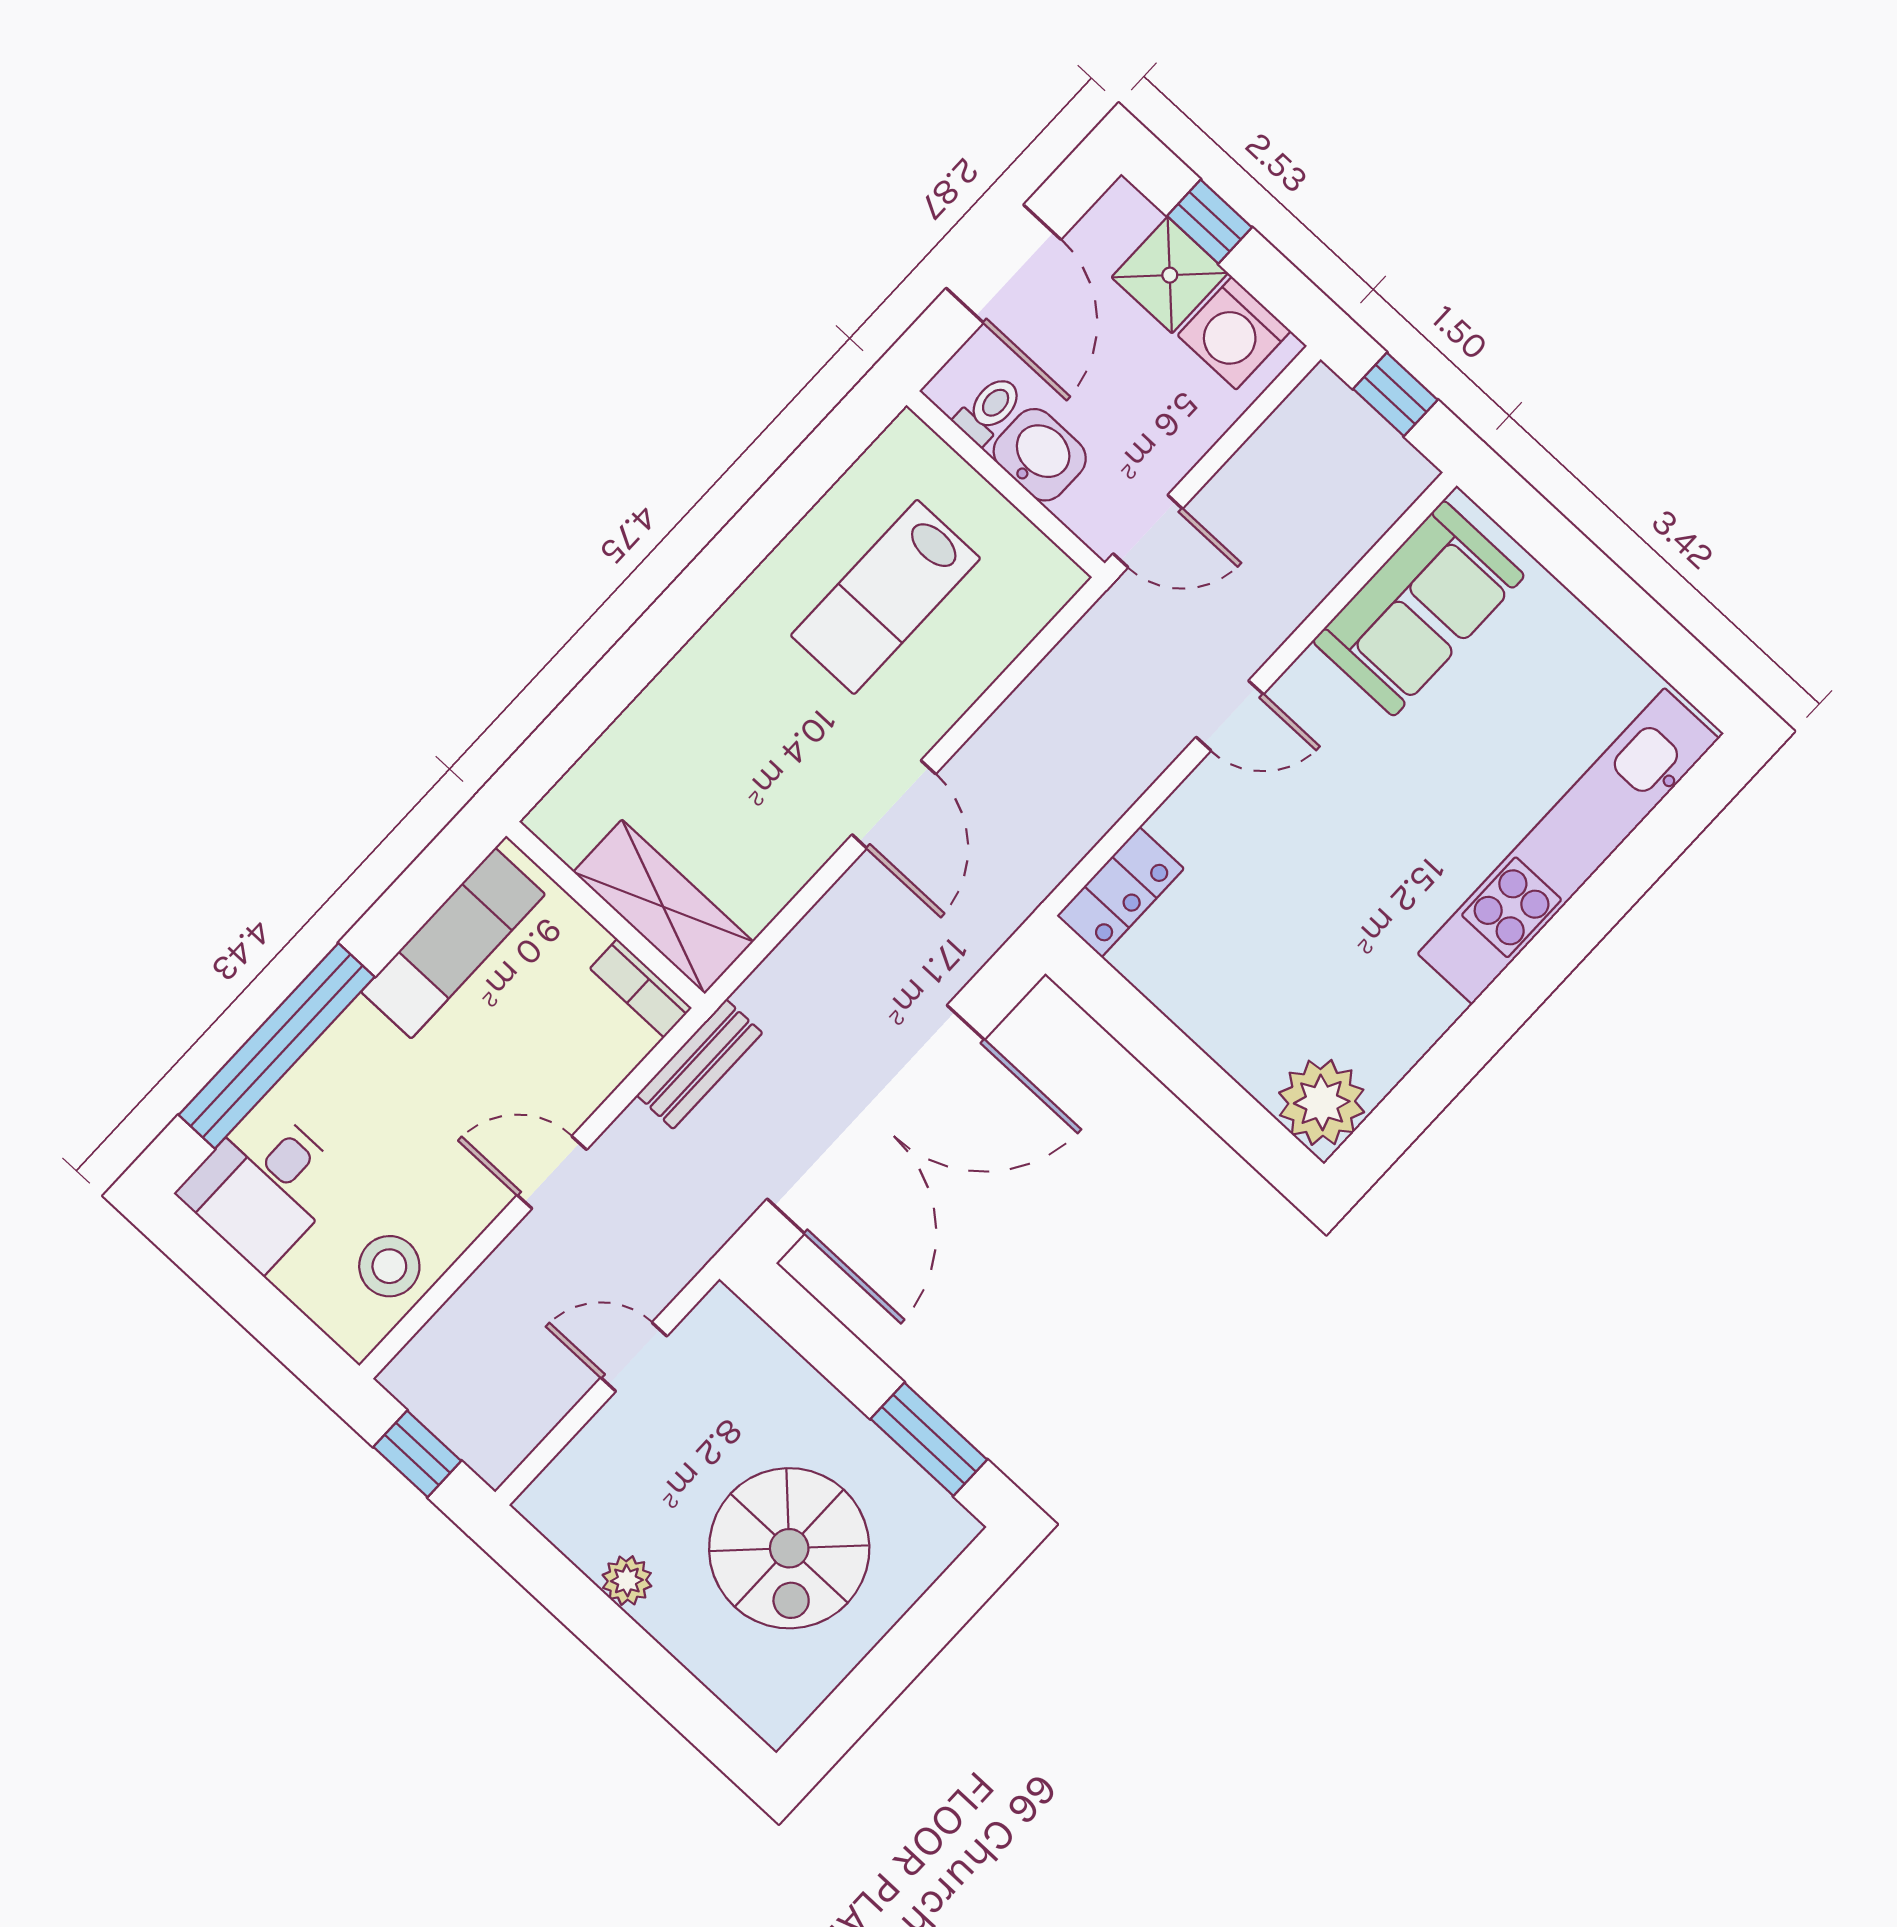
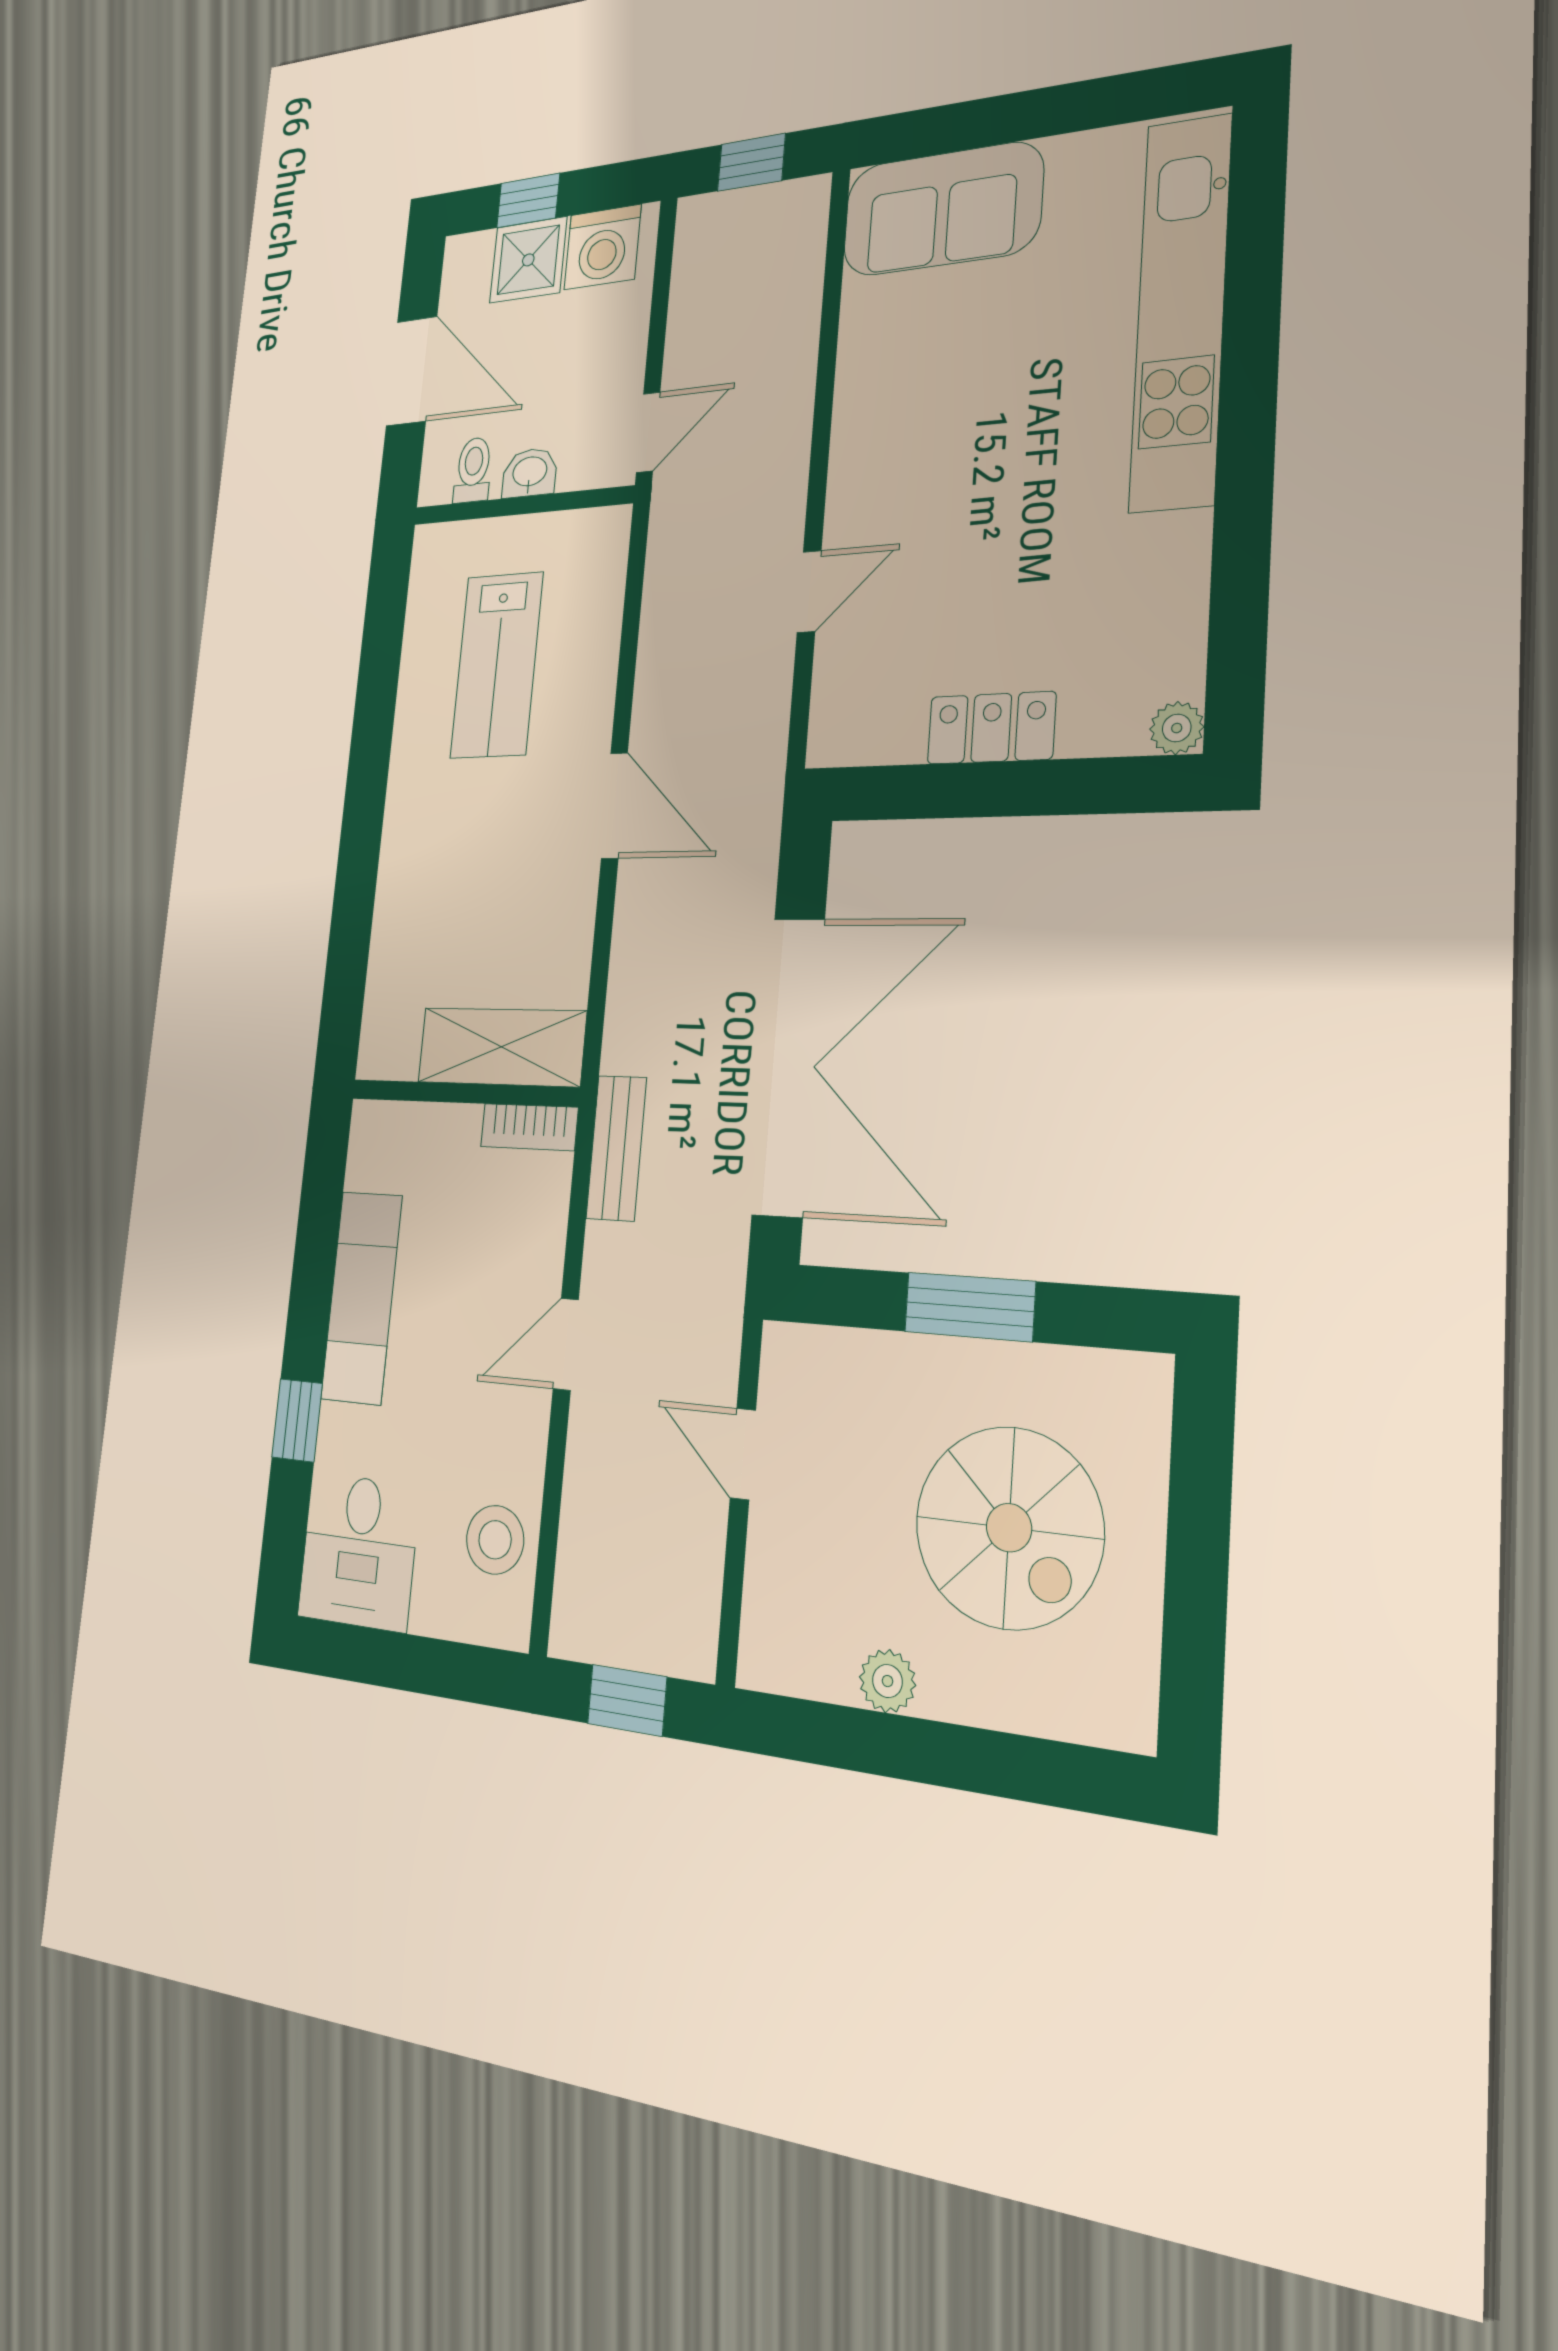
washbasin: (1040, 455) -> (530, 473), width x0.72, depth x0.69
sofa: (1419, 608) -> (942, 209), moved, turned 90
door: (1230, 716) -> (809, 592), moved
locker: (1120, 892) -> (991, 728), moved, turned -90
exam couch: (453, 943) -> (362, 1297), moved
window: (277, 1046) -> (297, 1420), width x0.32
plant: (1322, 1102) -> (1177, 728), width x0.53, depth x0.53
door: (634, 1357) -> (743, 1454), hinge flipped
window: (929, 1439) -> (970, 1307), moved

